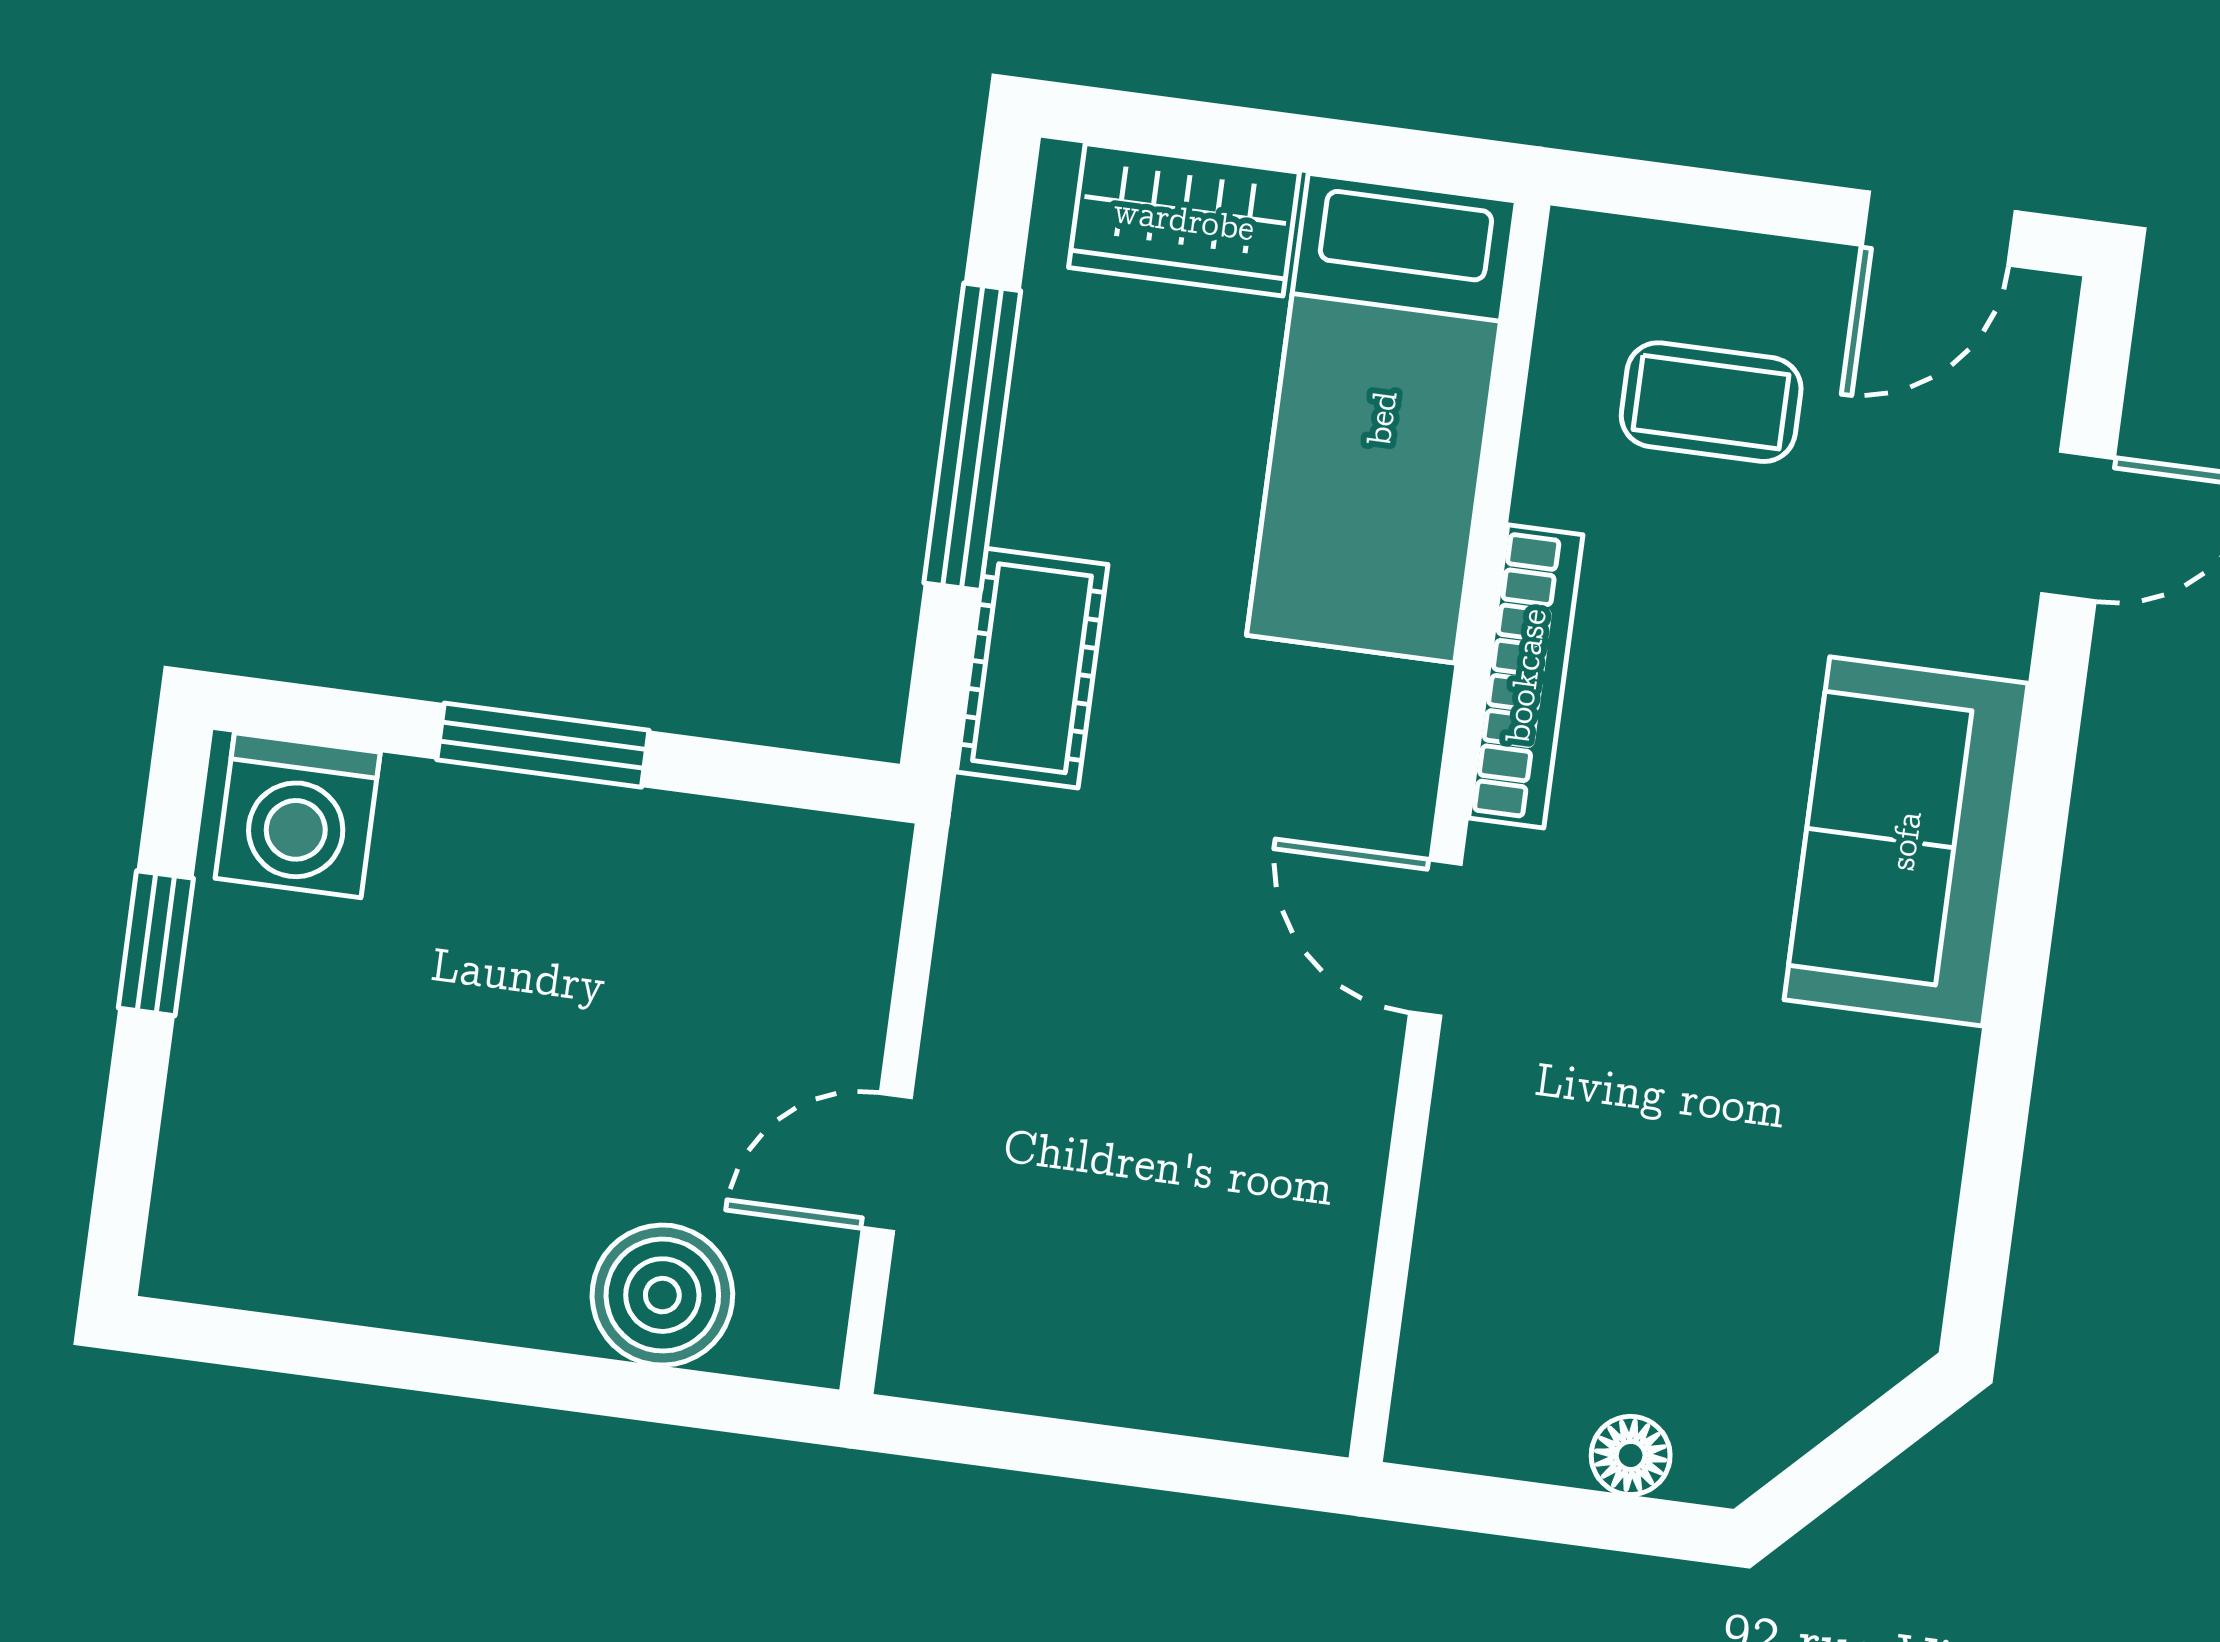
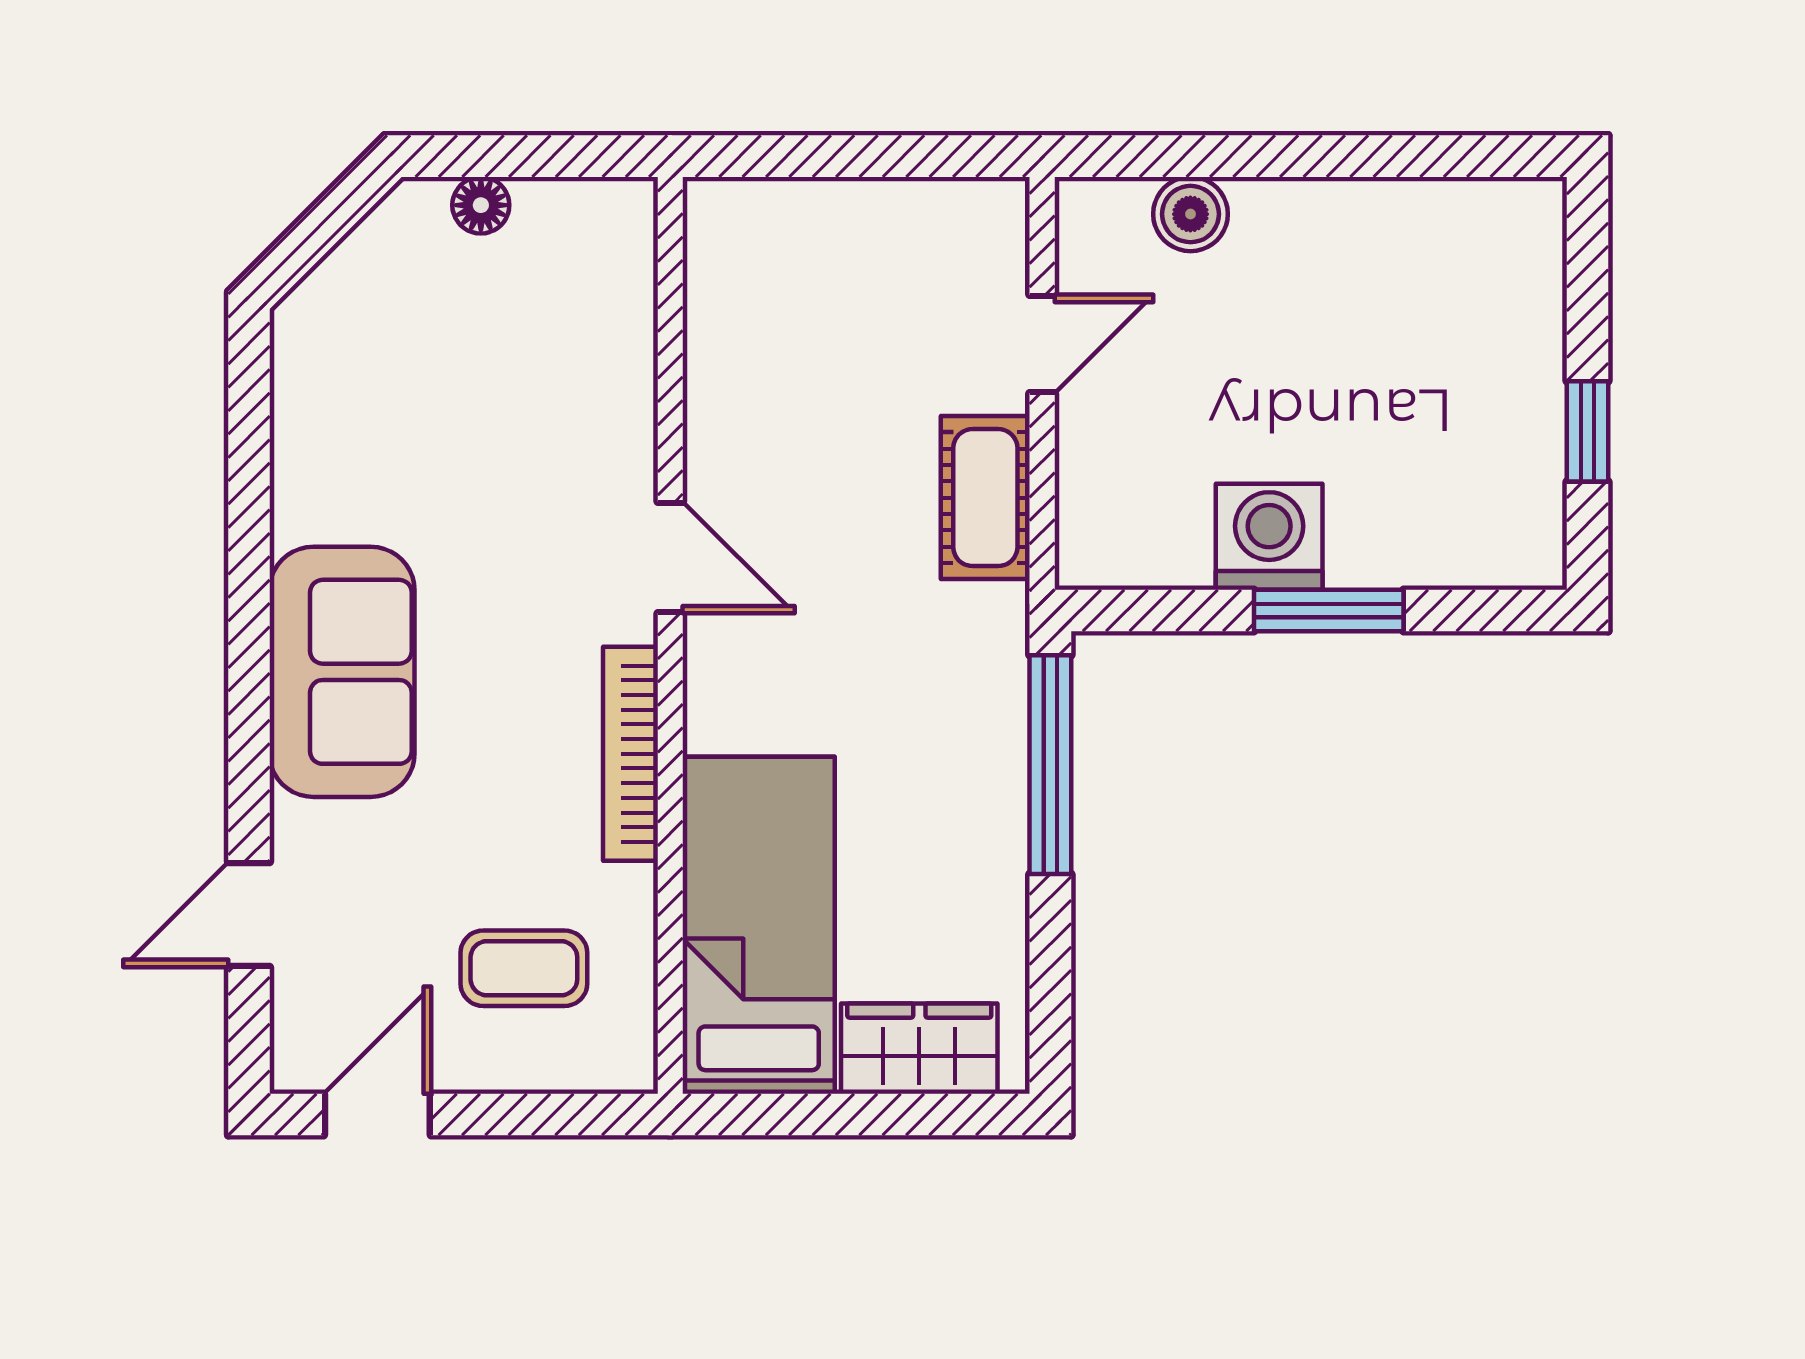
window: (972, 437) -> (1050, 765), moved
cot: (1032, 668) -> (985, 498), moved
washing machine: (298, 815) -> (1269, 537), moved
boiler: (662, 1295) -> (1190, 214), width x0.73, depth x0.73

